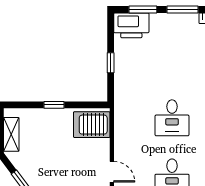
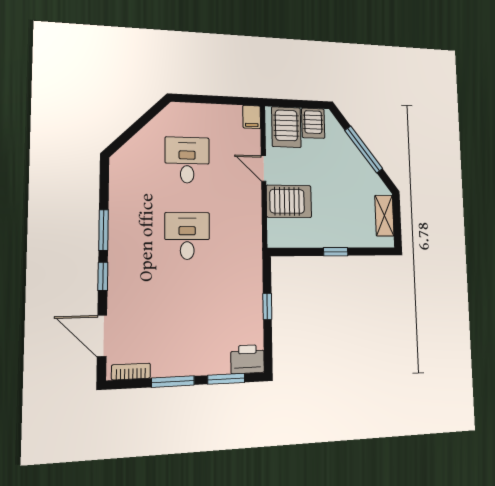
printer: (131, 25) -> (247, 359), width x0.73, depth x0.84
server rack: (92, 125) -> (289, 201), moved

